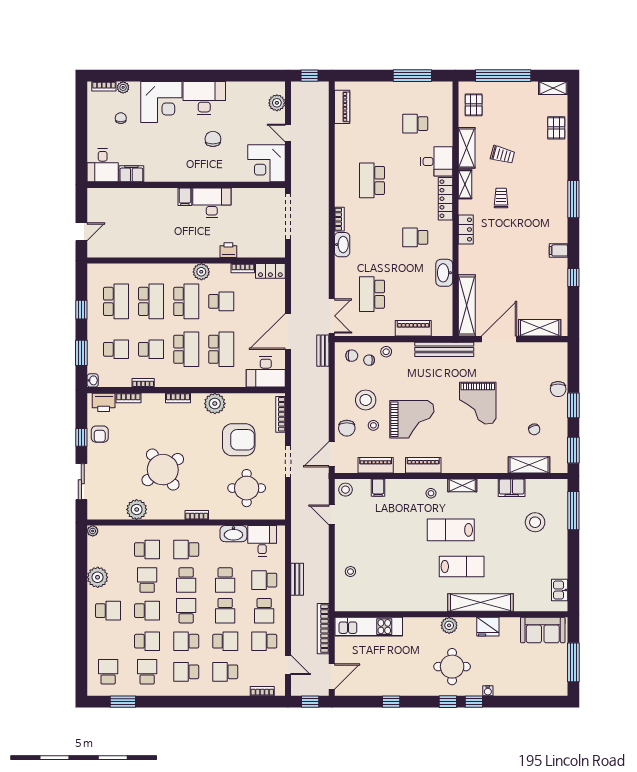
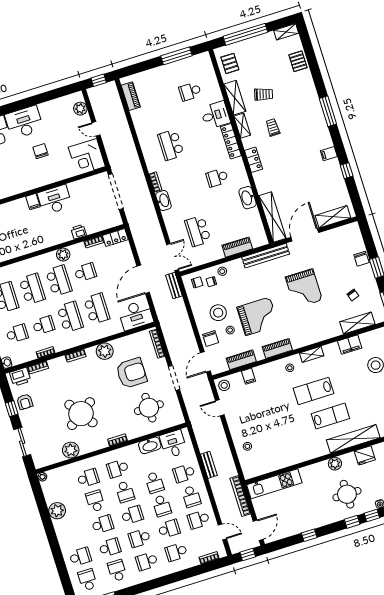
school desk: (108, 611) -> (80, 557), moved
school desk: (186, 611) -> (132, 515), turned 90

